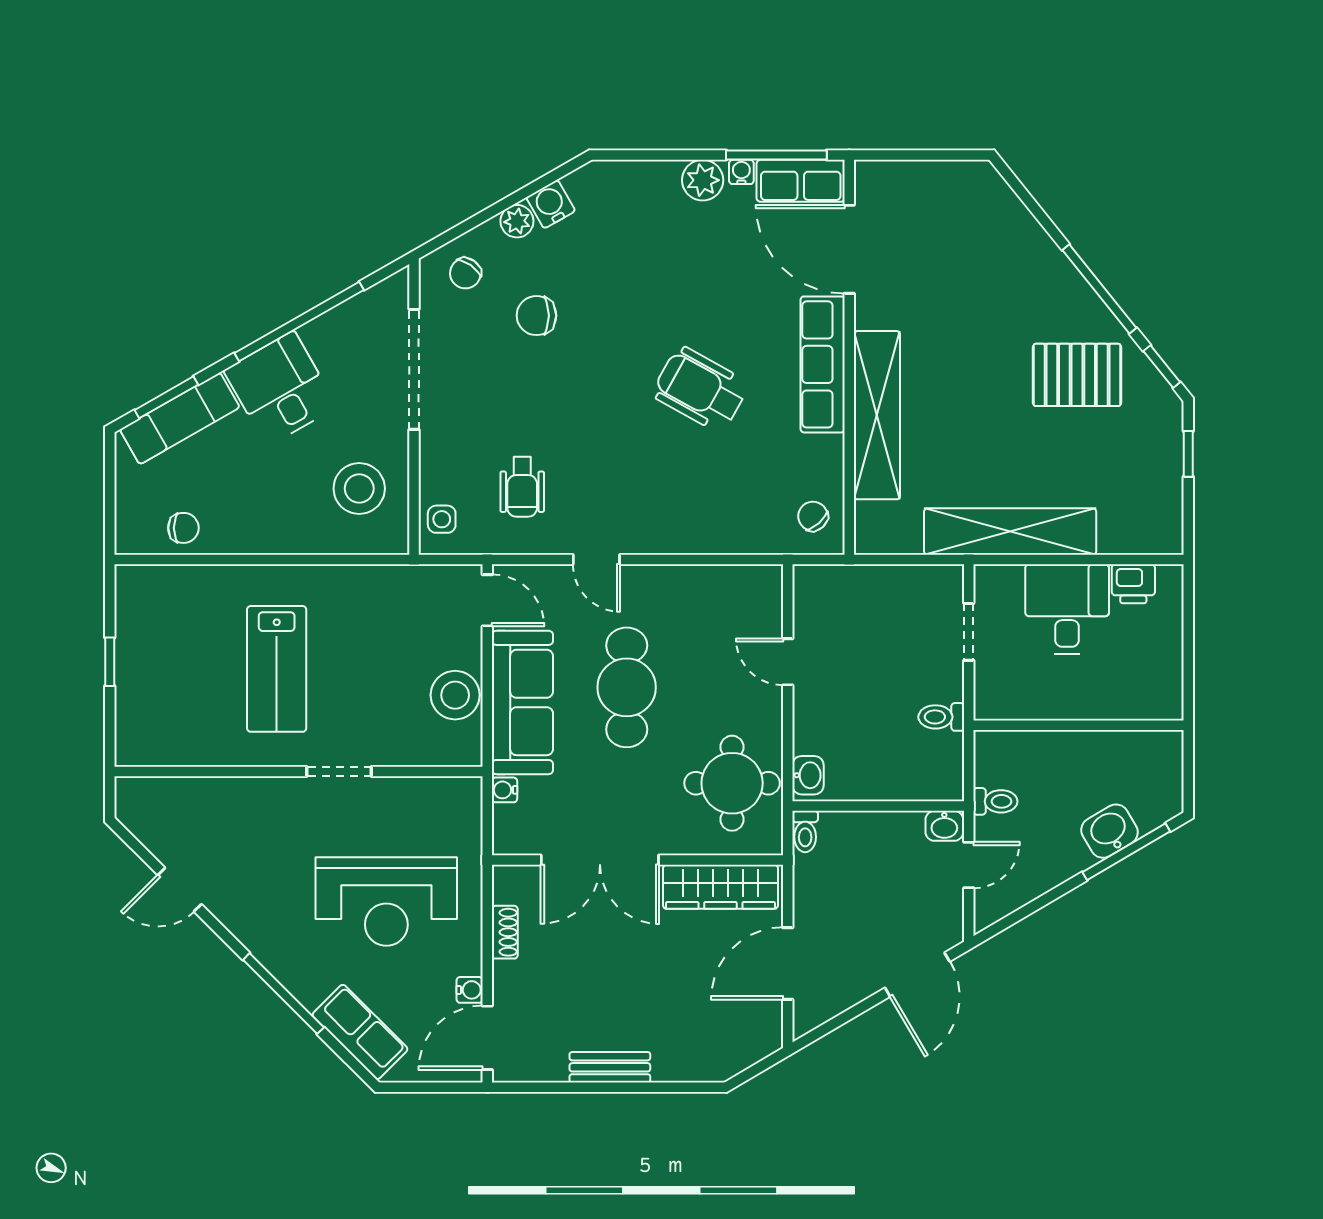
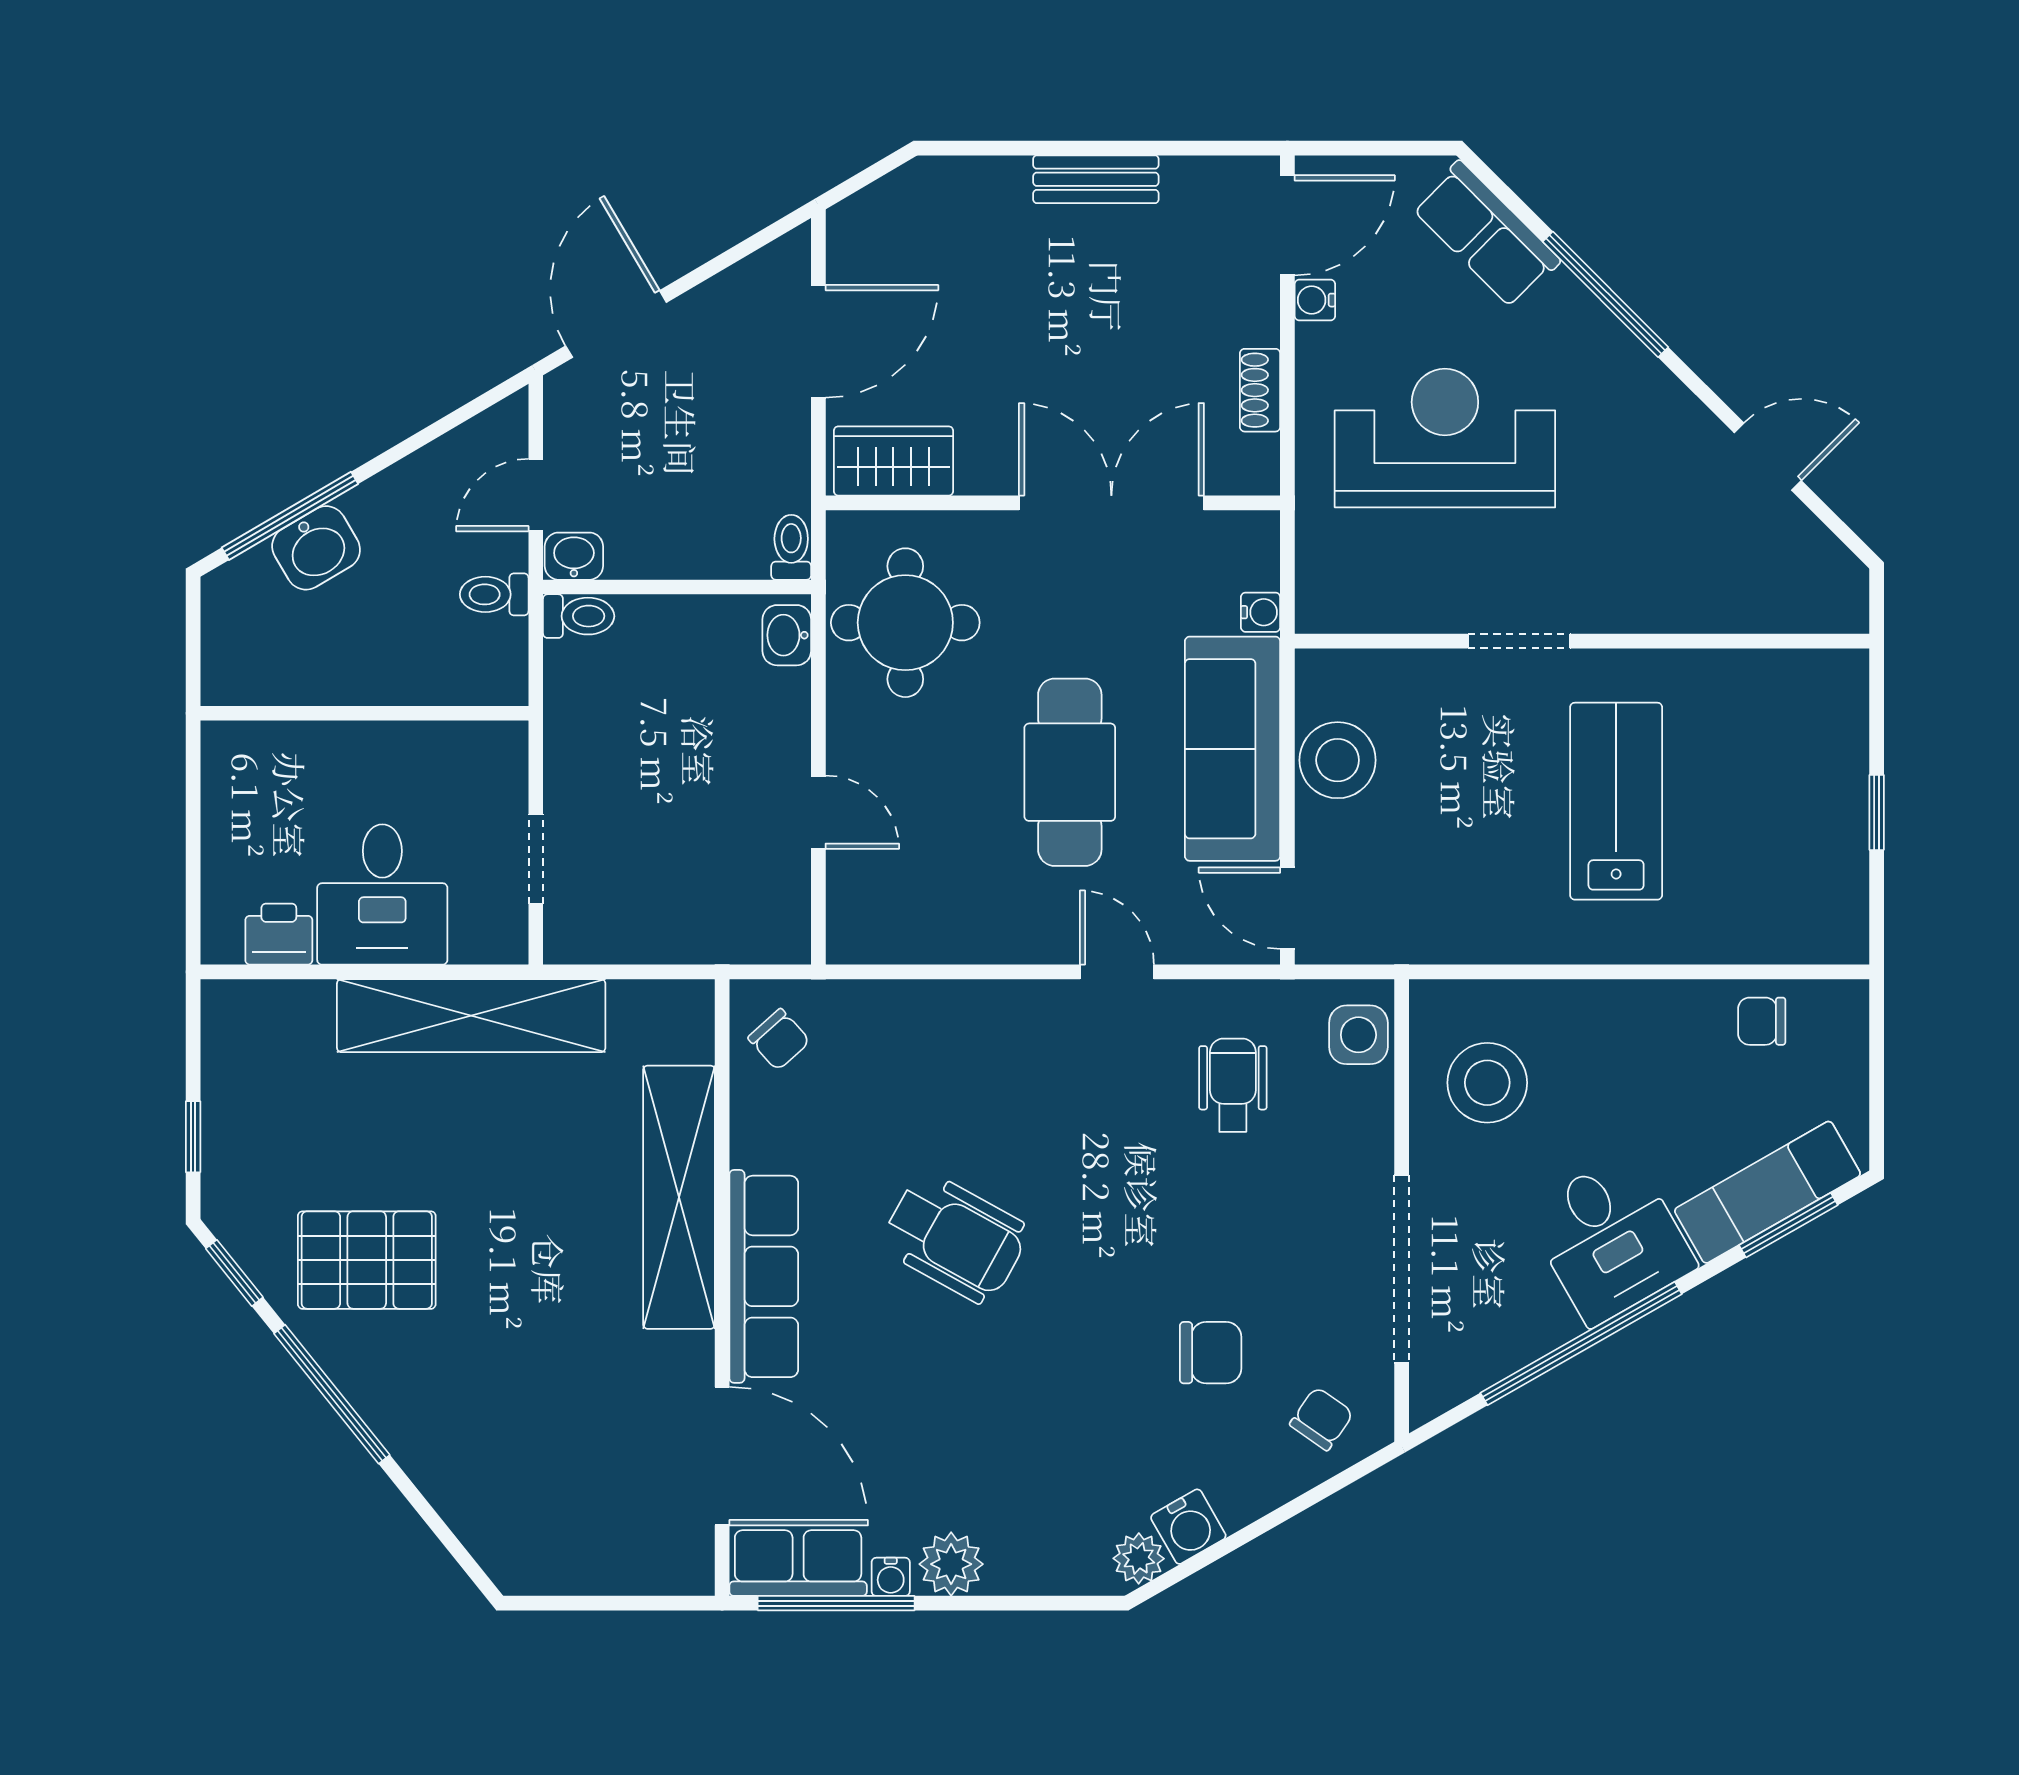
plant: (517, 221) -> (1139, 1558), moved
side table: (442, 519) -> (1358, 1035), width x1.37, depth x1.37
toilet: (941, 717) -> (579, 616), moved
wardrobe: (720, 887) -> (893, 461), width x0.67

